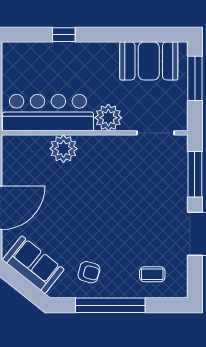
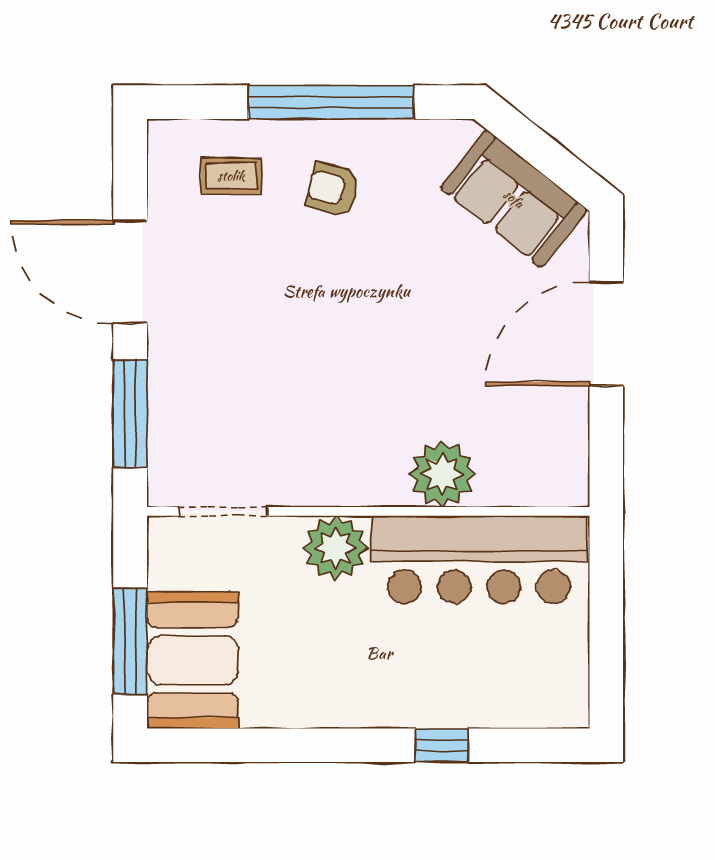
booth: (149, 61) -> (193, 660), moved, turned 90
armchair: (89, 272) -> (333, 190), moved

